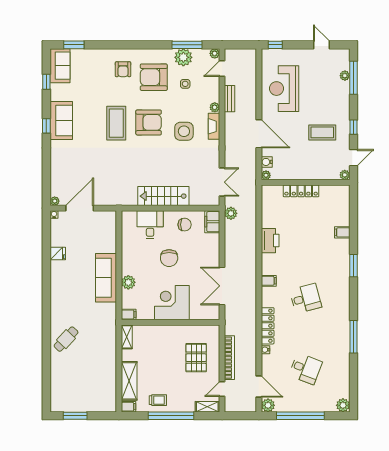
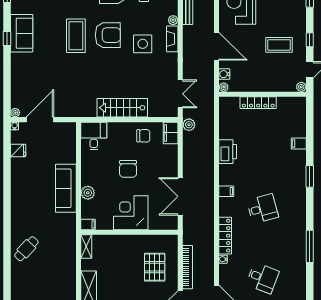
desk: (150, 225) -> (94, 136), moved
fridge: (58, 253) -> (18, 151), moved

